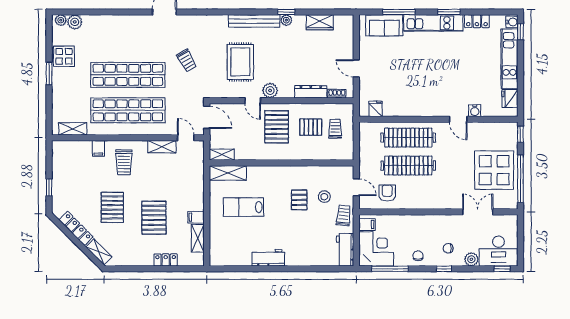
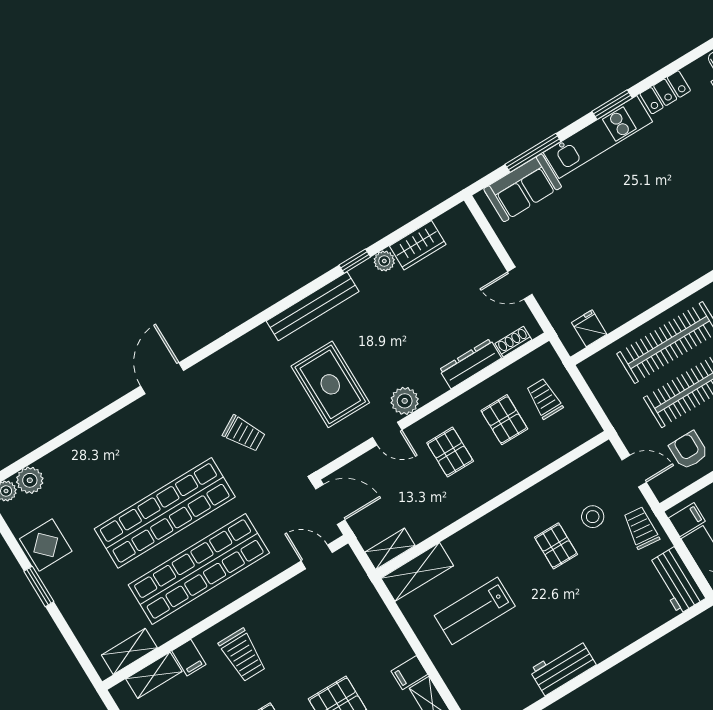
plant: (286, 20) -> (384, 261), moved
pallet: (277, 127) -> (450, 452), width x0.67, depth x0.71
pallet: (311, 127) -> (504, 420), turned 90
shelving: (162, 147) -> (154, 675), moved

